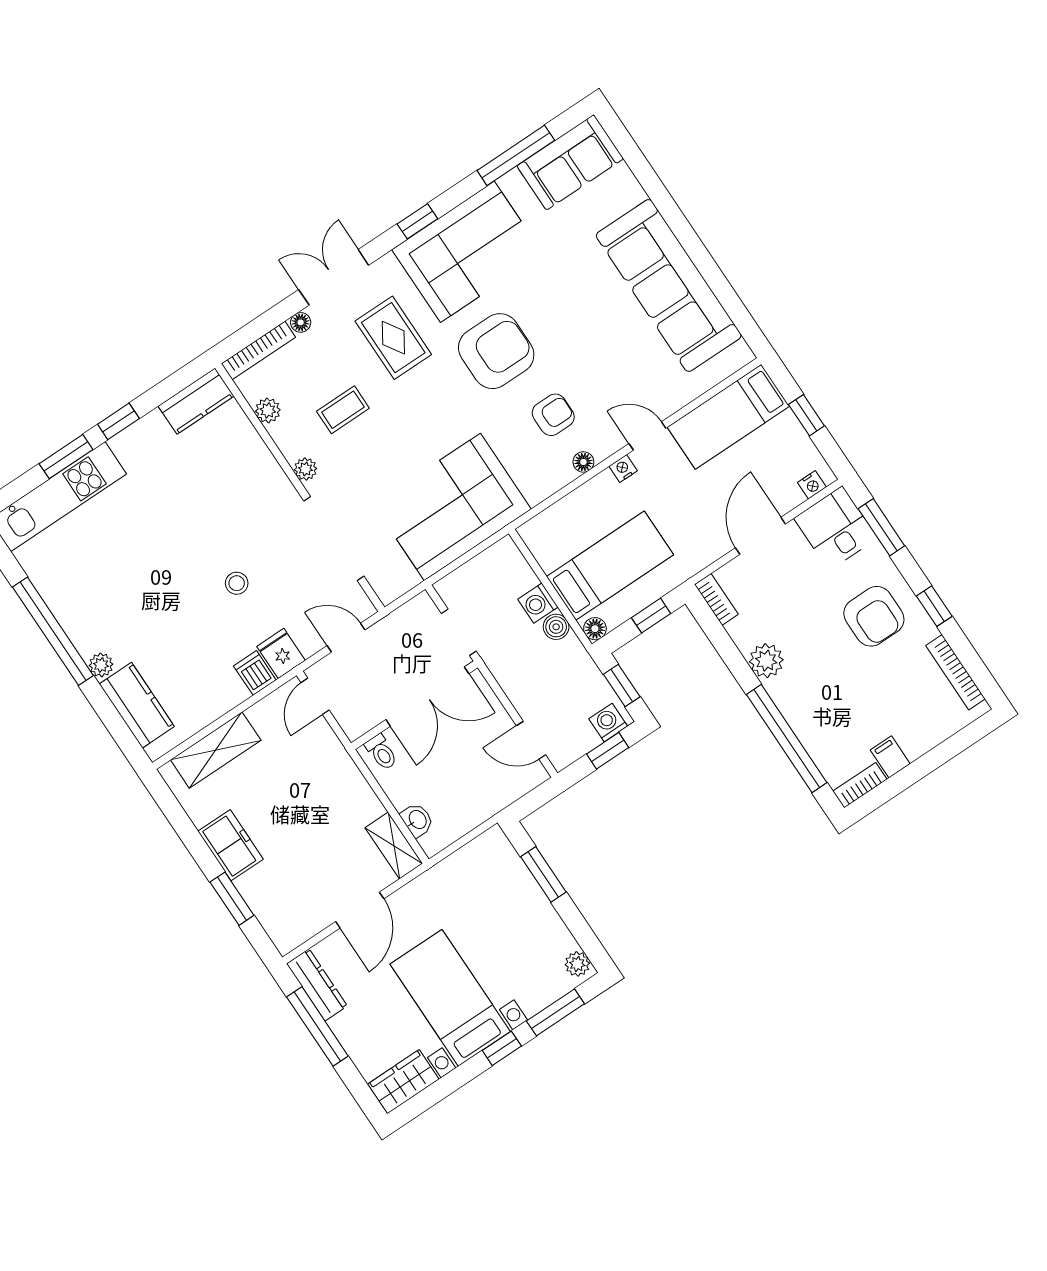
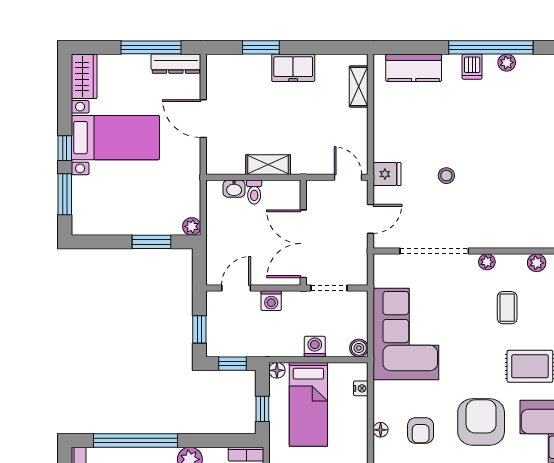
armchair: (496, 351) -> (481, 422), turned 180
nightstand: (623, 469) -> (361, 388), moved
boiler: (556, 627) -> (359, 348), moved
plant: (101, 665) -> (507, 63), moved
dishwasher: (255, 673) -> (472, 67), moved, turned 90
washing machine: (608, 723) -> (271, 301), moved, turned 90
shelving: (216, 750) -> (359, 87), width x0.67, depth x0.75
toilet: (381, 752) -> (254, 192), moved, turned -90
shelving: (394, 846) -> (268, 165), moved
plant: (577, 964) -> (192, 226), moved

